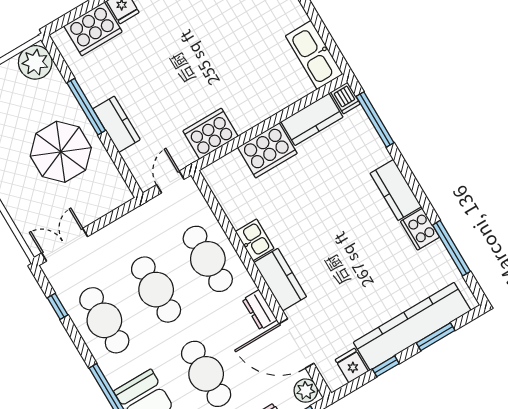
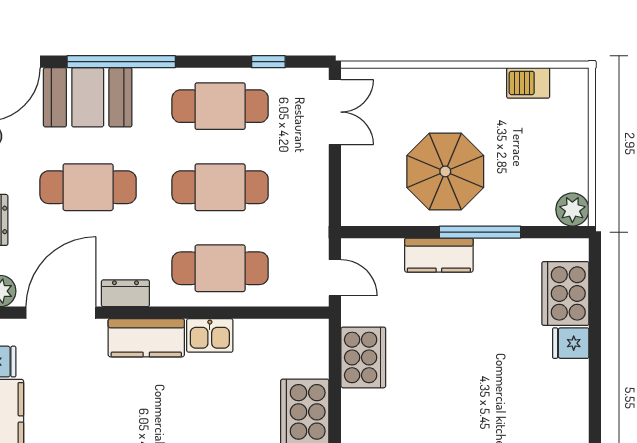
plant: (35, 62) -> (572, 209), width x0.73, depth x0.73

